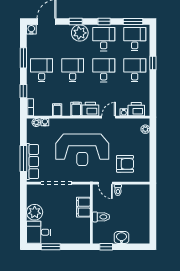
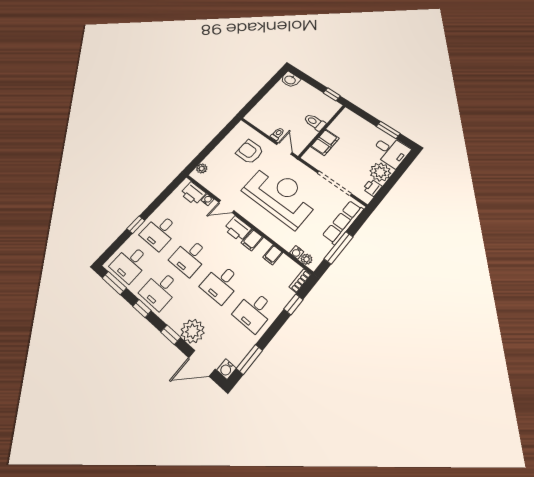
plant: (80, 33) -> (193, 331), moved
window: (23, 58) -> (249, 359), moved
window: (23, 159) -> (339, 248), moved
printer: (32, 198) -> (372, 188), added
washbasin: (121, 237) -> (290, 80), moved

